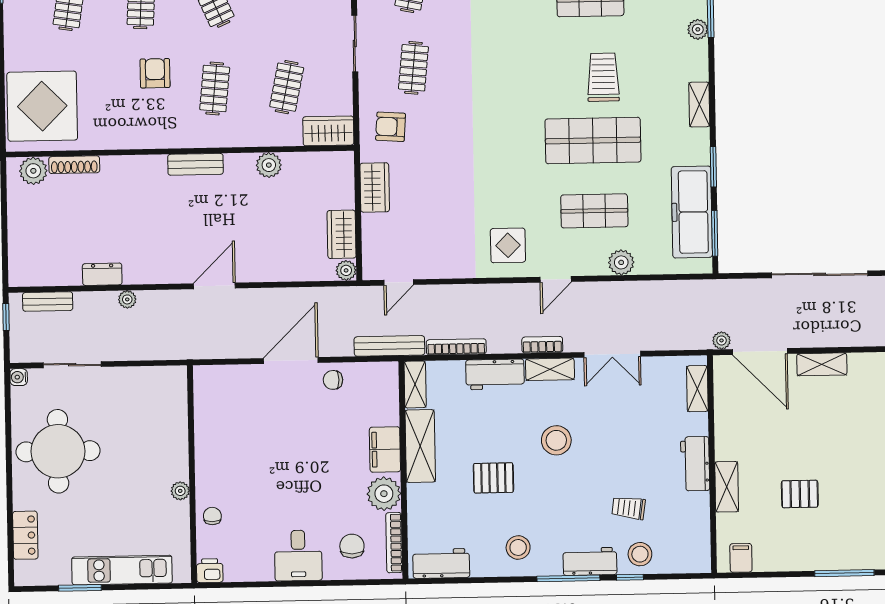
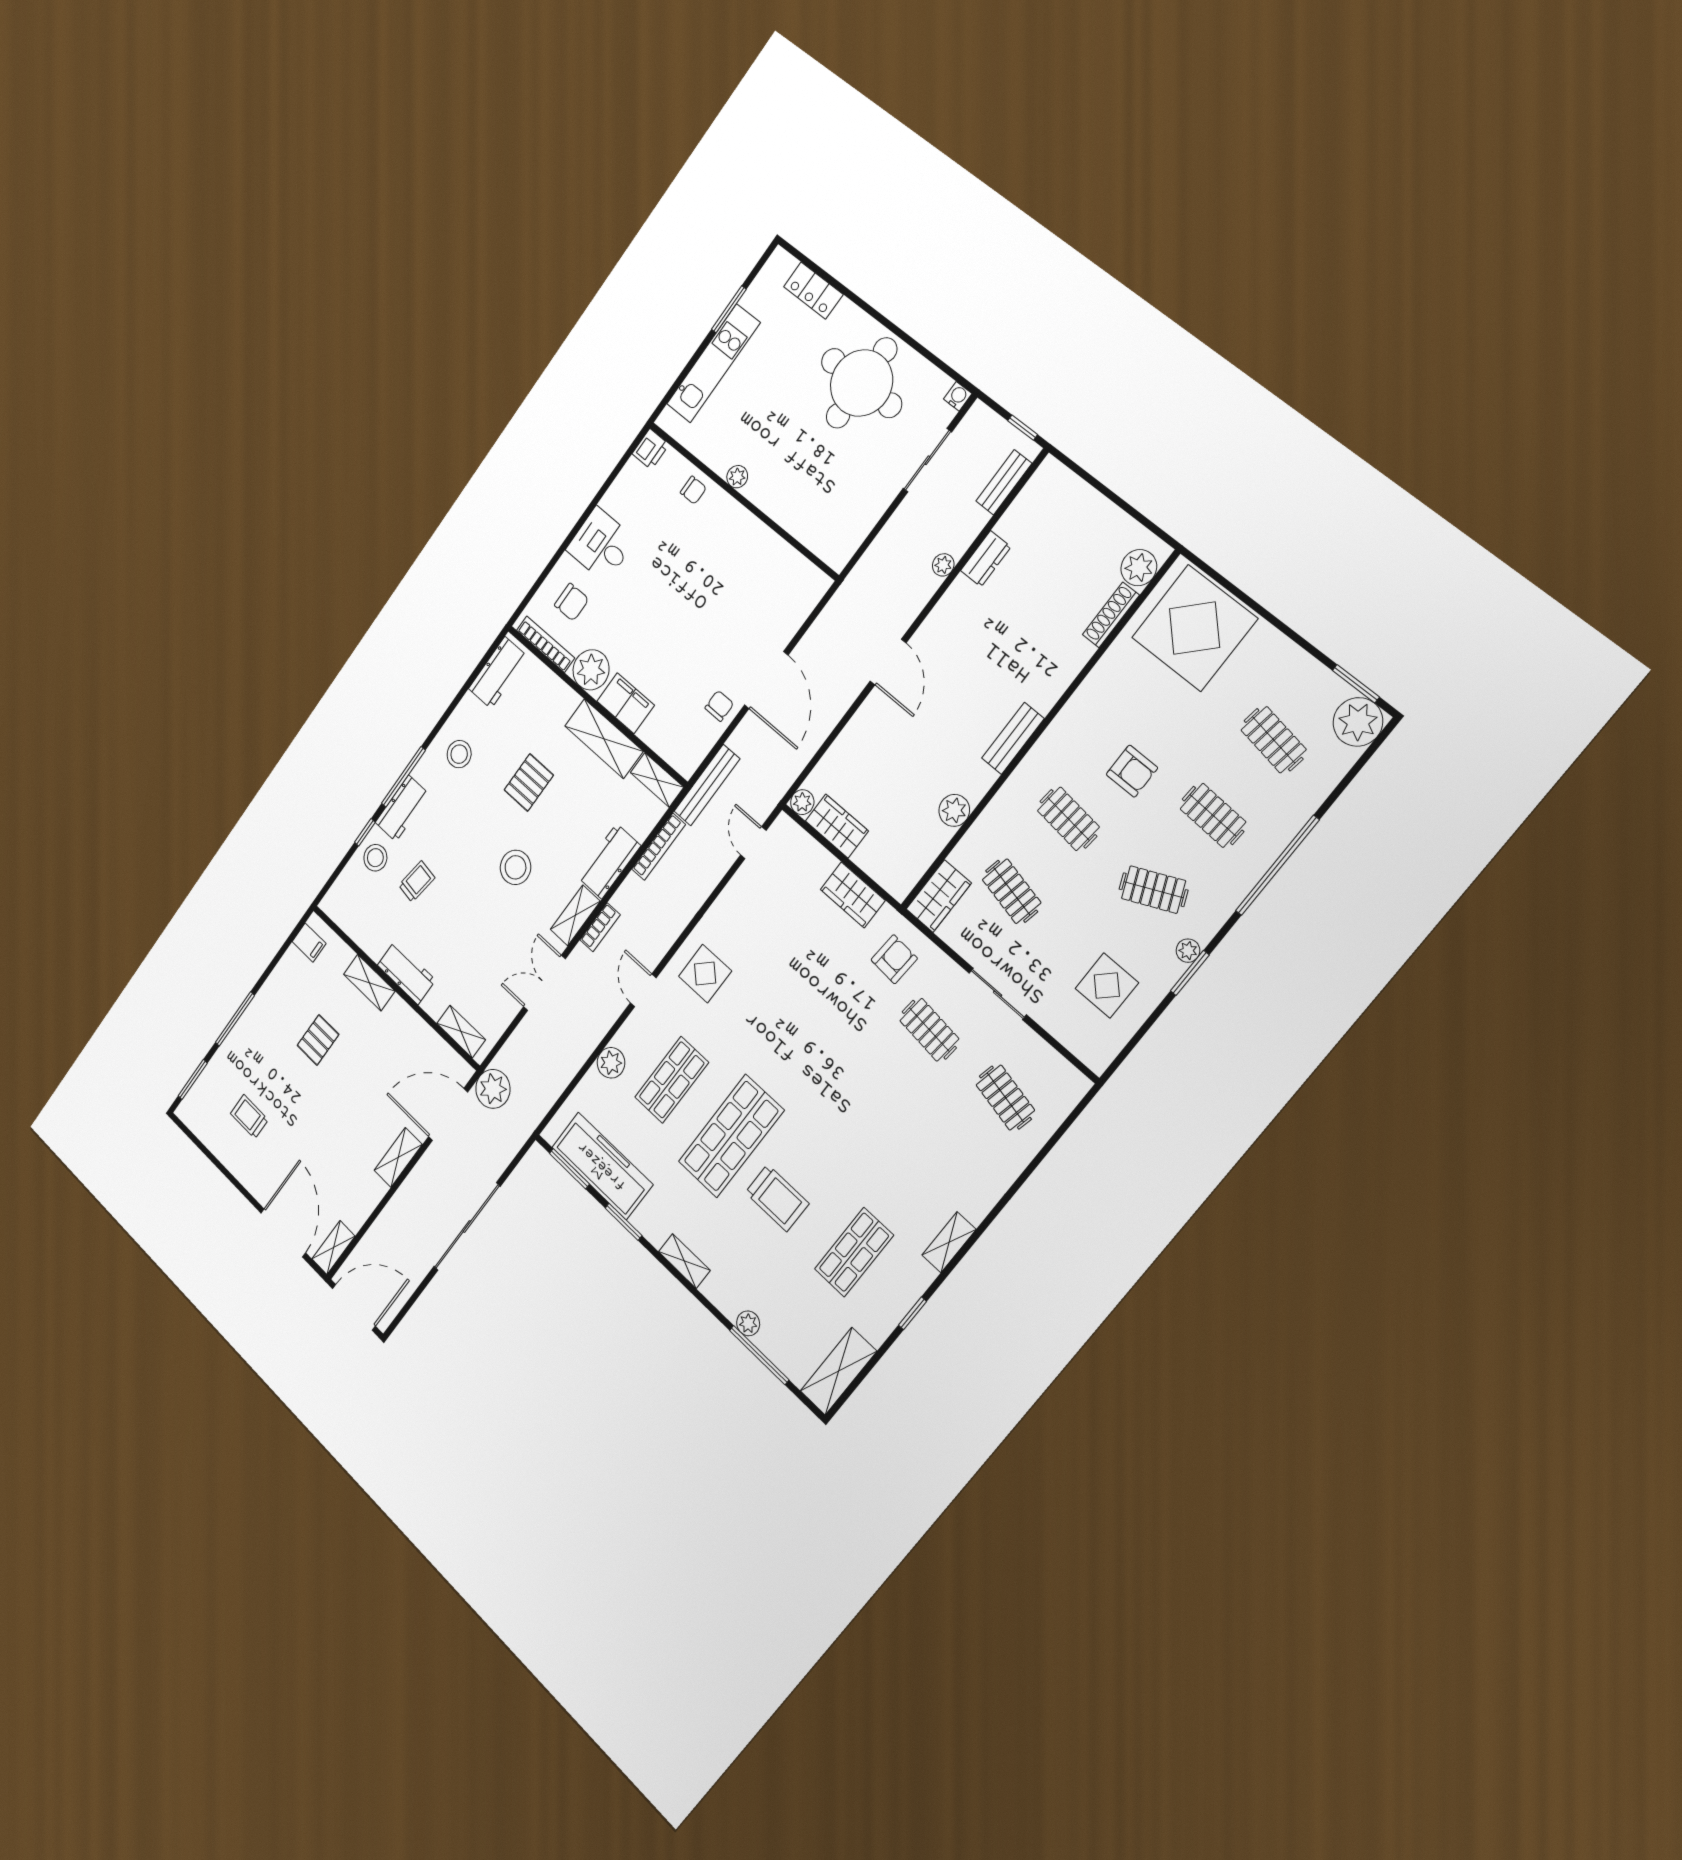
plant: (721, 340) -> (493, 1089), width x1.88, depth x1.88

